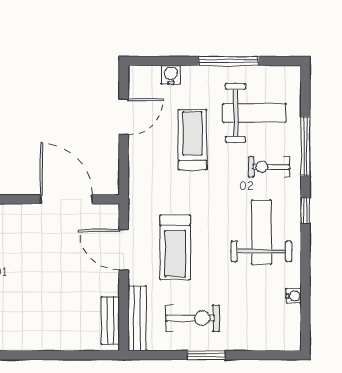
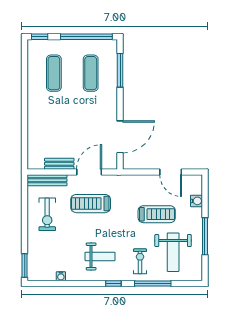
weight bench: (261, 232) -> (100, 256), width x0.73, depth x0.75
bench: (110, 321) -> (59, 164), moved
window: (206, 355) -> (25, 266), moved

